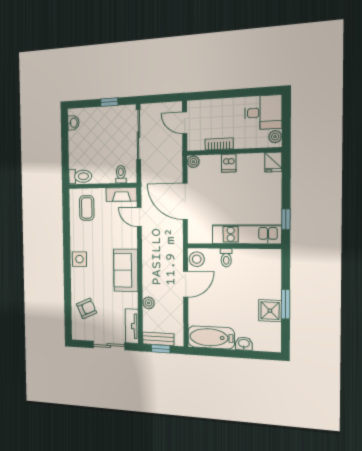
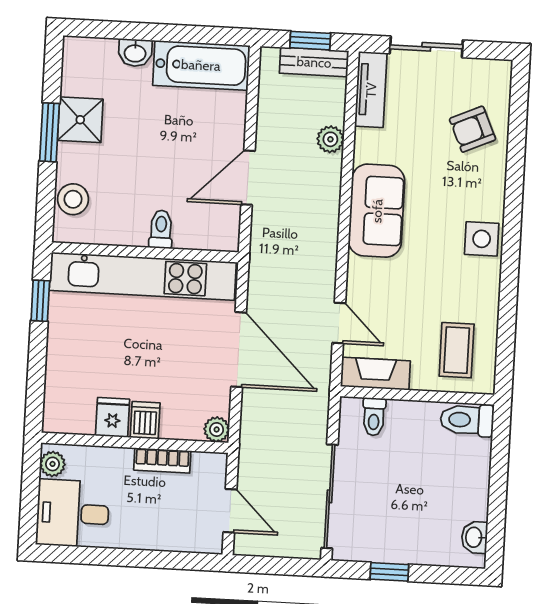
fridge: (273, 162) -> (113, 417), moved
kitchen unit: (246, 234) -> (143, 276), width x1.36
stool: (197, 259) -> (73, 199), moved

